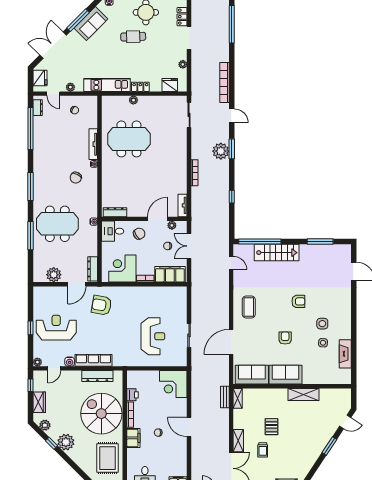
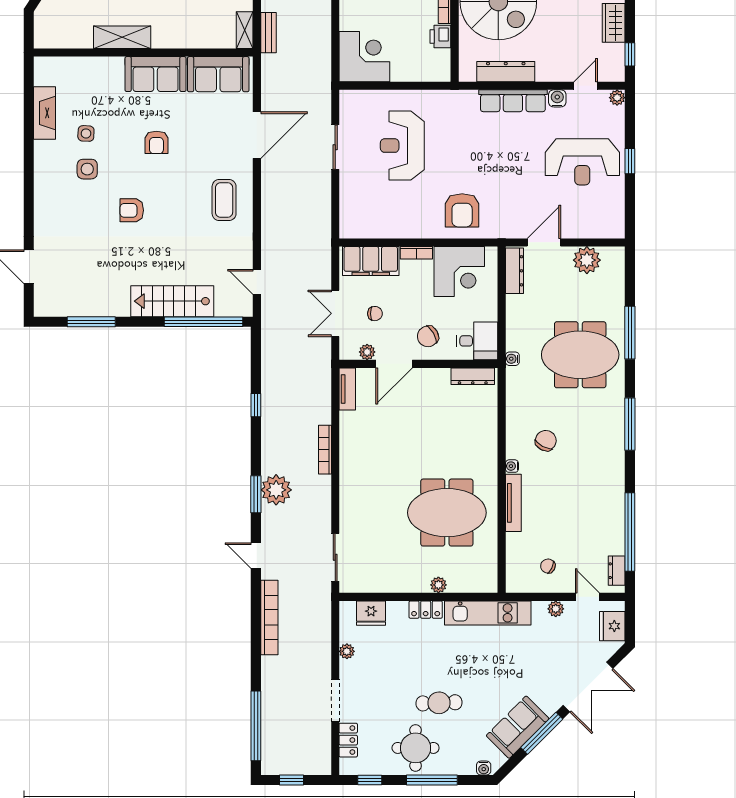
double door: (189, 246) -> (335, 313), swing flipped
armchair: (102, 305) -> (462, 210), moved, turned 80

